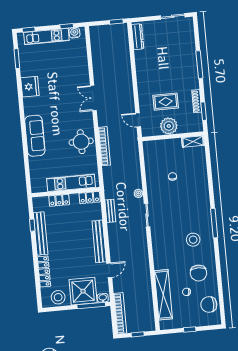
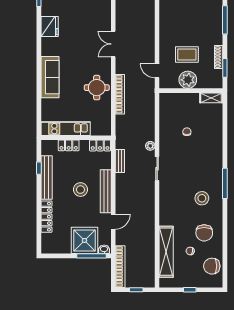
kitchen unit: (71, 183) -> (66, 129), moved
stool: (58, 297) -> (80, 190), moved

